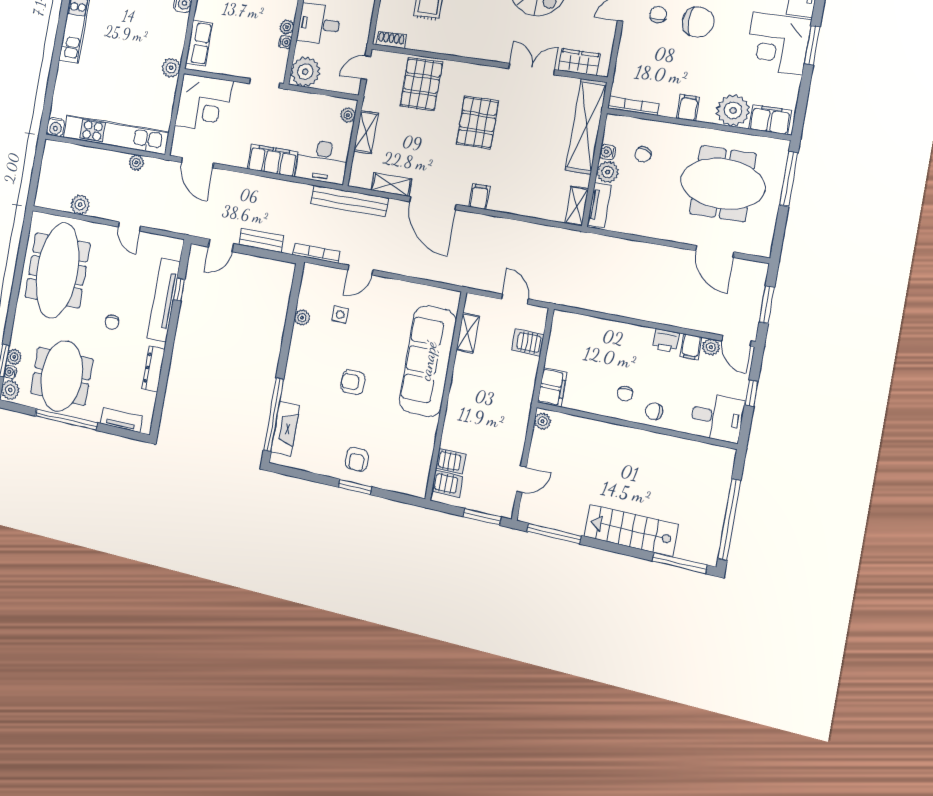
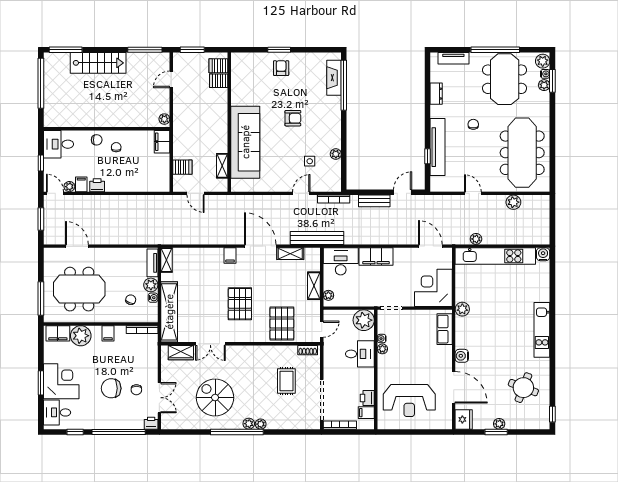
dresser: (154, 369) -> (436, 94), width x0.70

